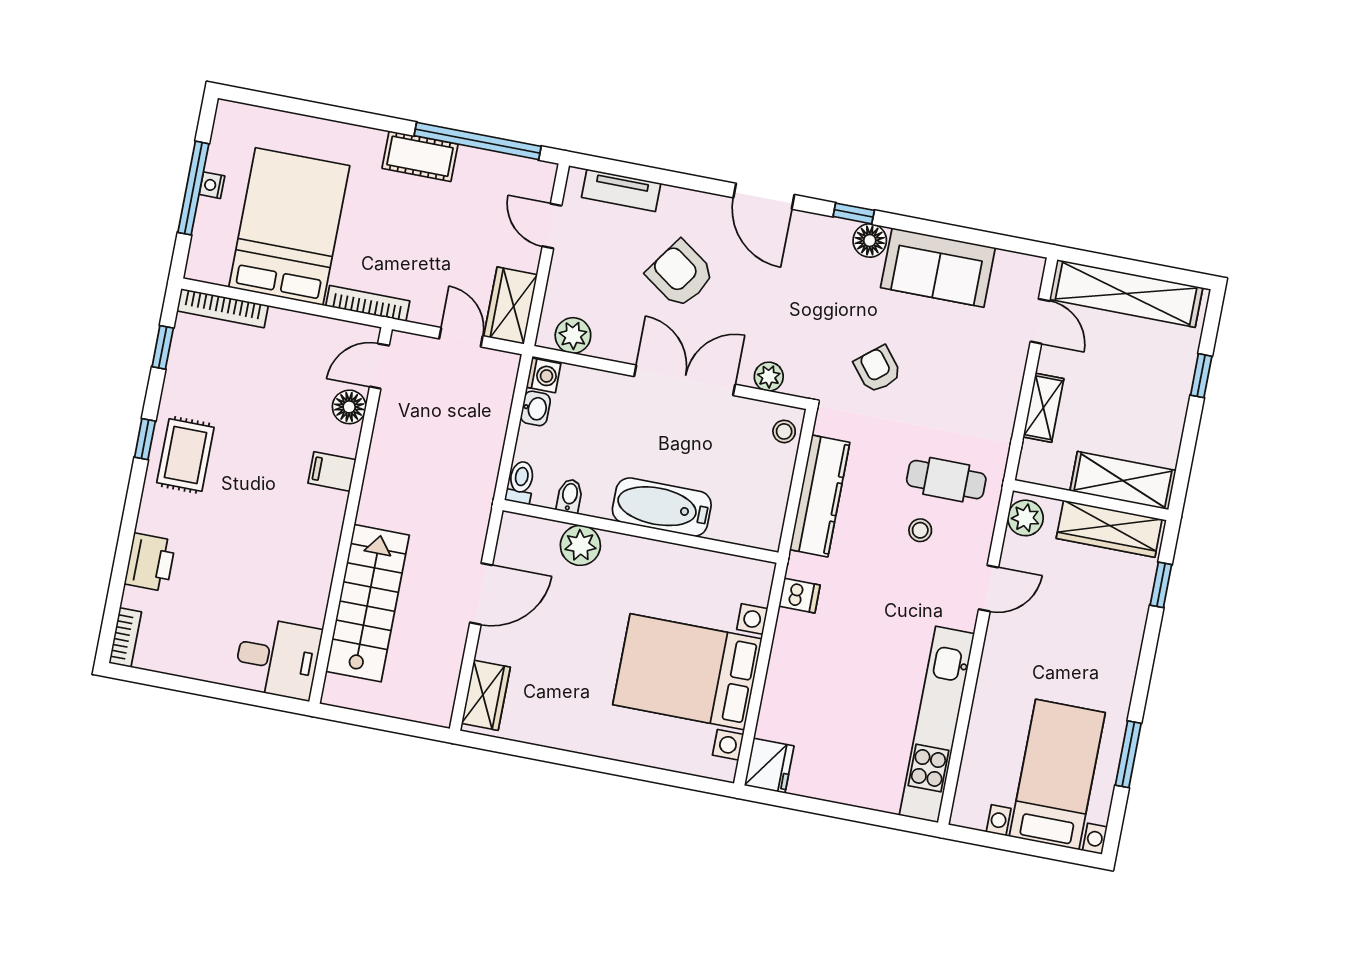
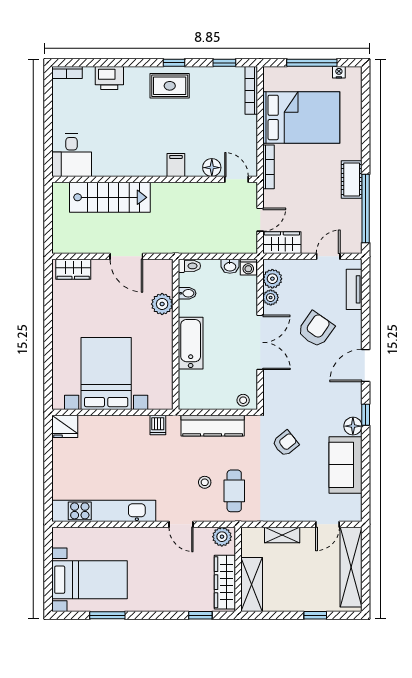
nightstand: (212, 185) -> (339, 72), moved
plant: (769, 377) -> (271, 298), moved

